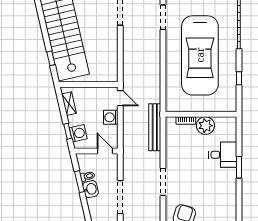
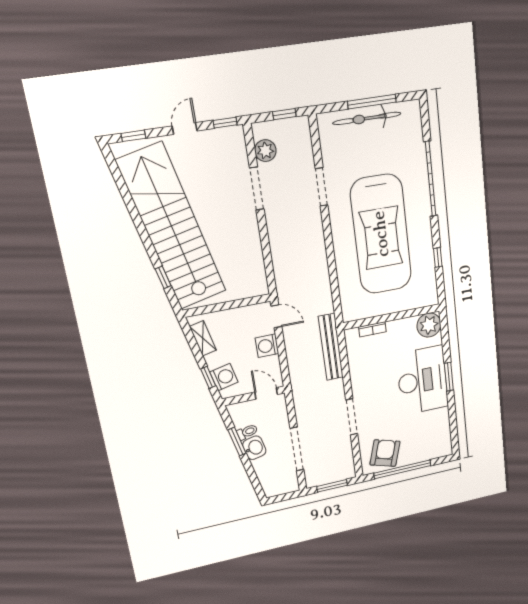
plant: (205, 126) -> (429, 325), moved
desk: (223, 155) -> (422, 380), width x1.87, depth x1.30

